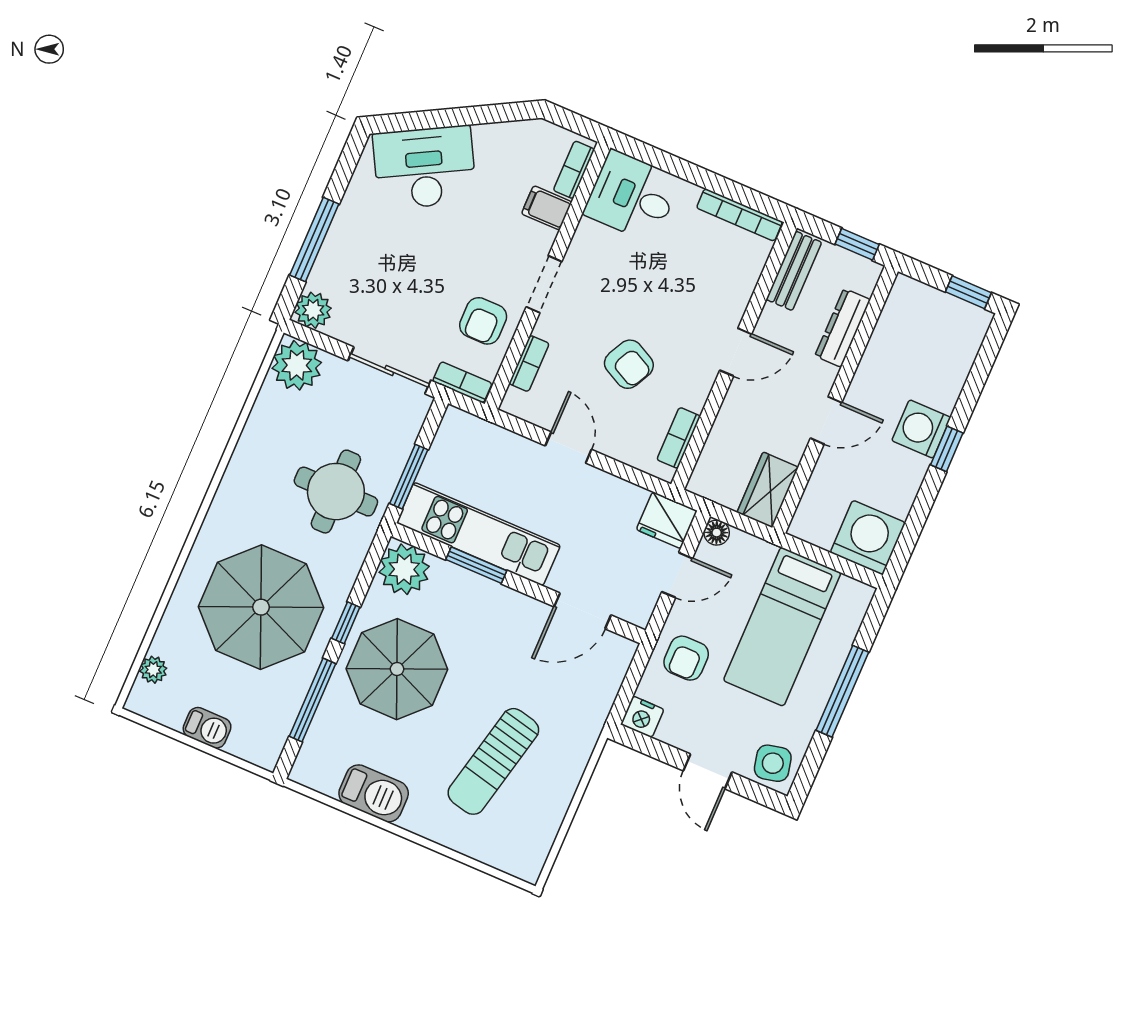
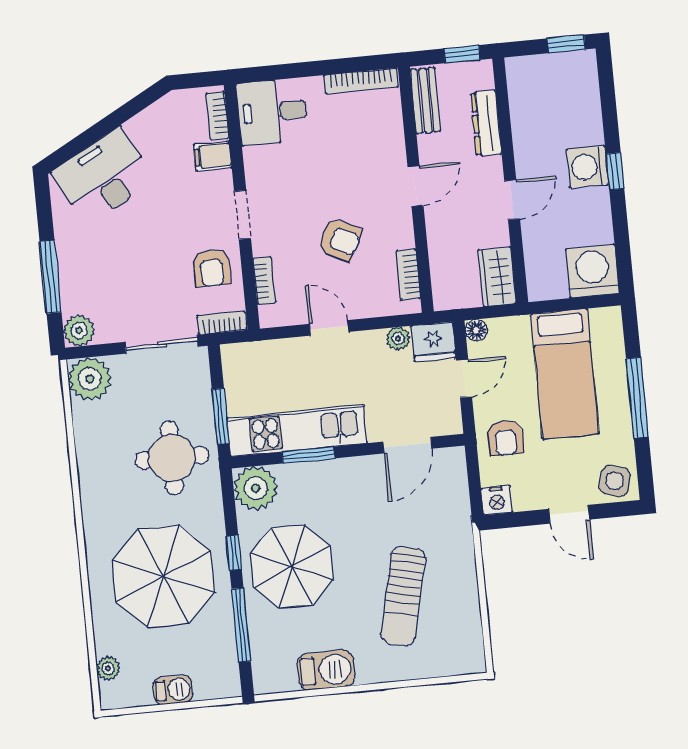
plant: (633, 497) -> (398, 339), added
side table: (773, 763) -> (615, 481), turned 30

